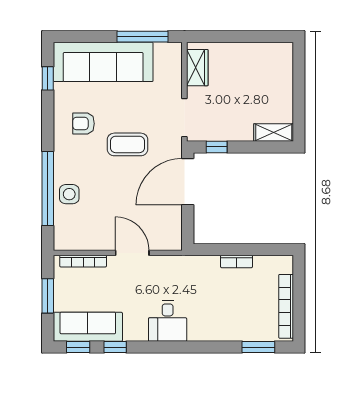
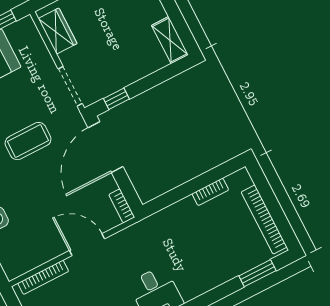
shelving: (274, 133) -> (170, 40), moved, turned 90
bookcase: (176, 236) -> (122, 206), added
bookcase: (237, 261) -> (210, 192), moved

